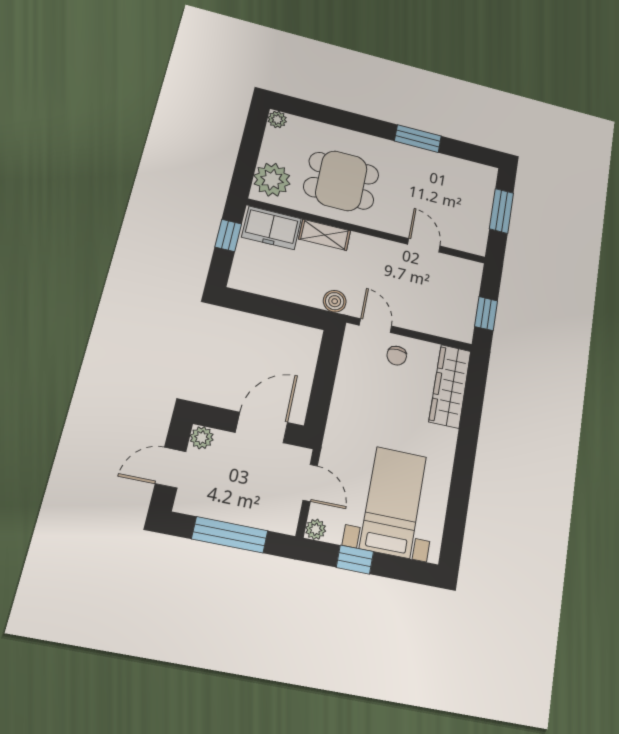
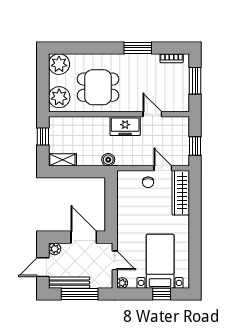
plant: (277, 119) -> (59, 64), width x1.88, depth x1.88
bookcase: (469, 168) -> (172, 58), added
freezer: (271, 228) -> (125, 126), moved
shelving: (325, 235) -> (62, 160), moved
door: (376, 326) -> (163, 168), moved
door: (262, 427) -> (84, 237), hinge flipped
bench: (214, 508) -> (69, 283), added
window: (355, 560) -> (162, 294), moved

